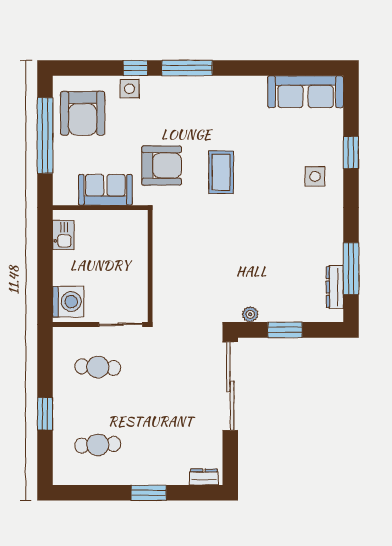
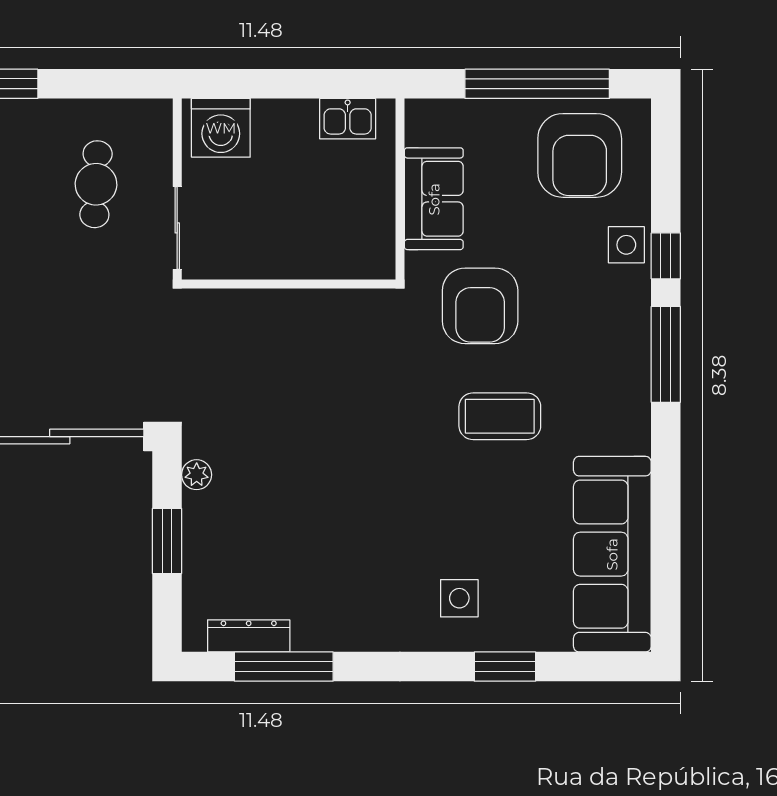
sofa: (306, 92) -> (612, 554), width x1.36, depth x1.27
armchair: (83, 113) -> (580, 155), turned -90
coffee table: (221, 172) -> (500, 416), moved

